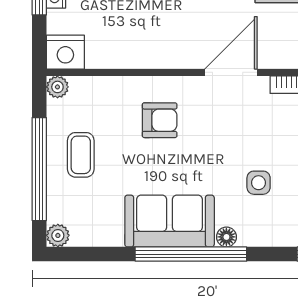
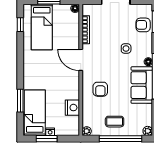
nightstand: (65, 52) -> (72, 108), moved
armchair: (160, 120) -> (100, 89), turned 180

